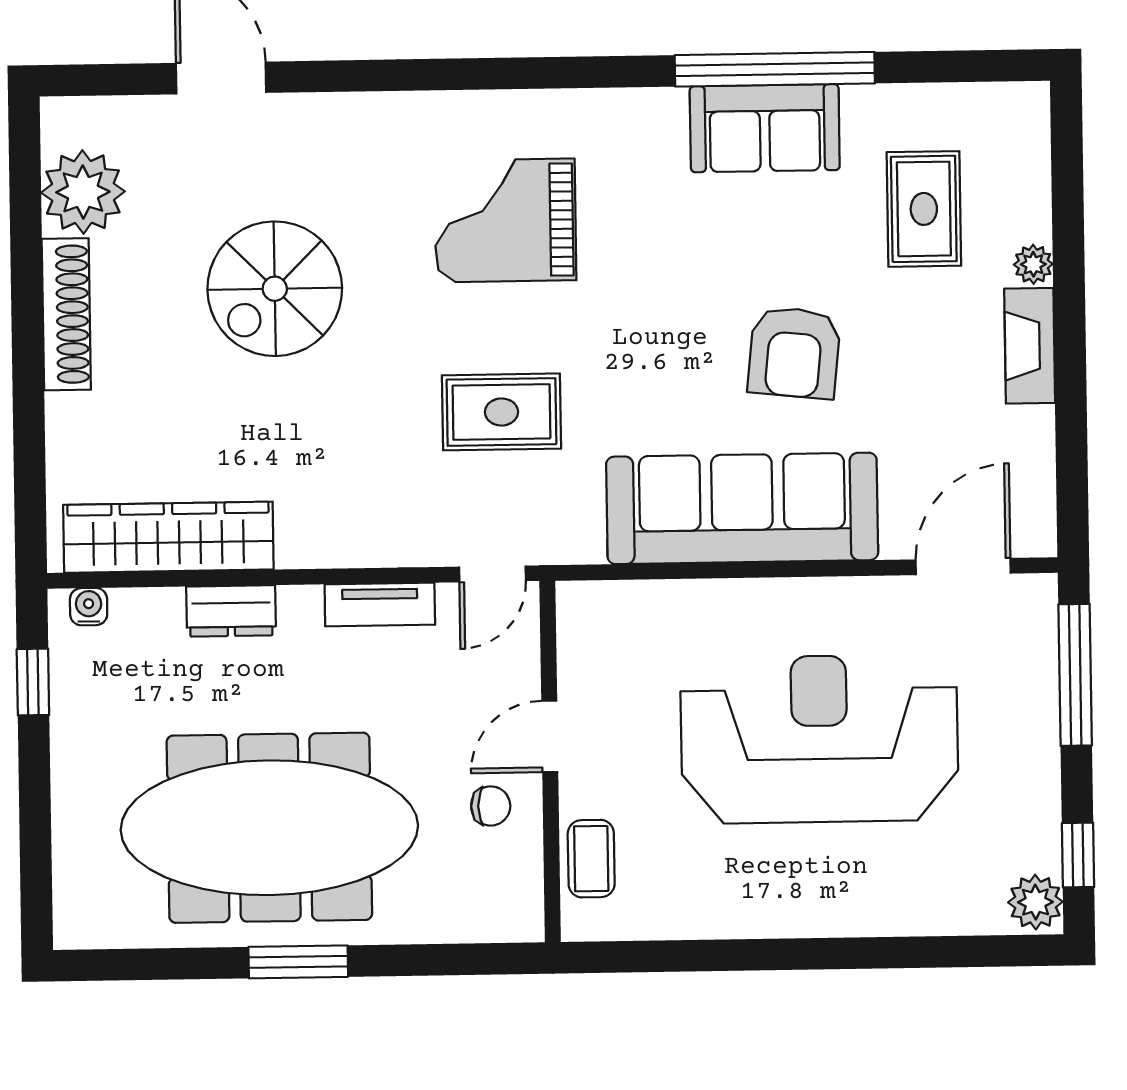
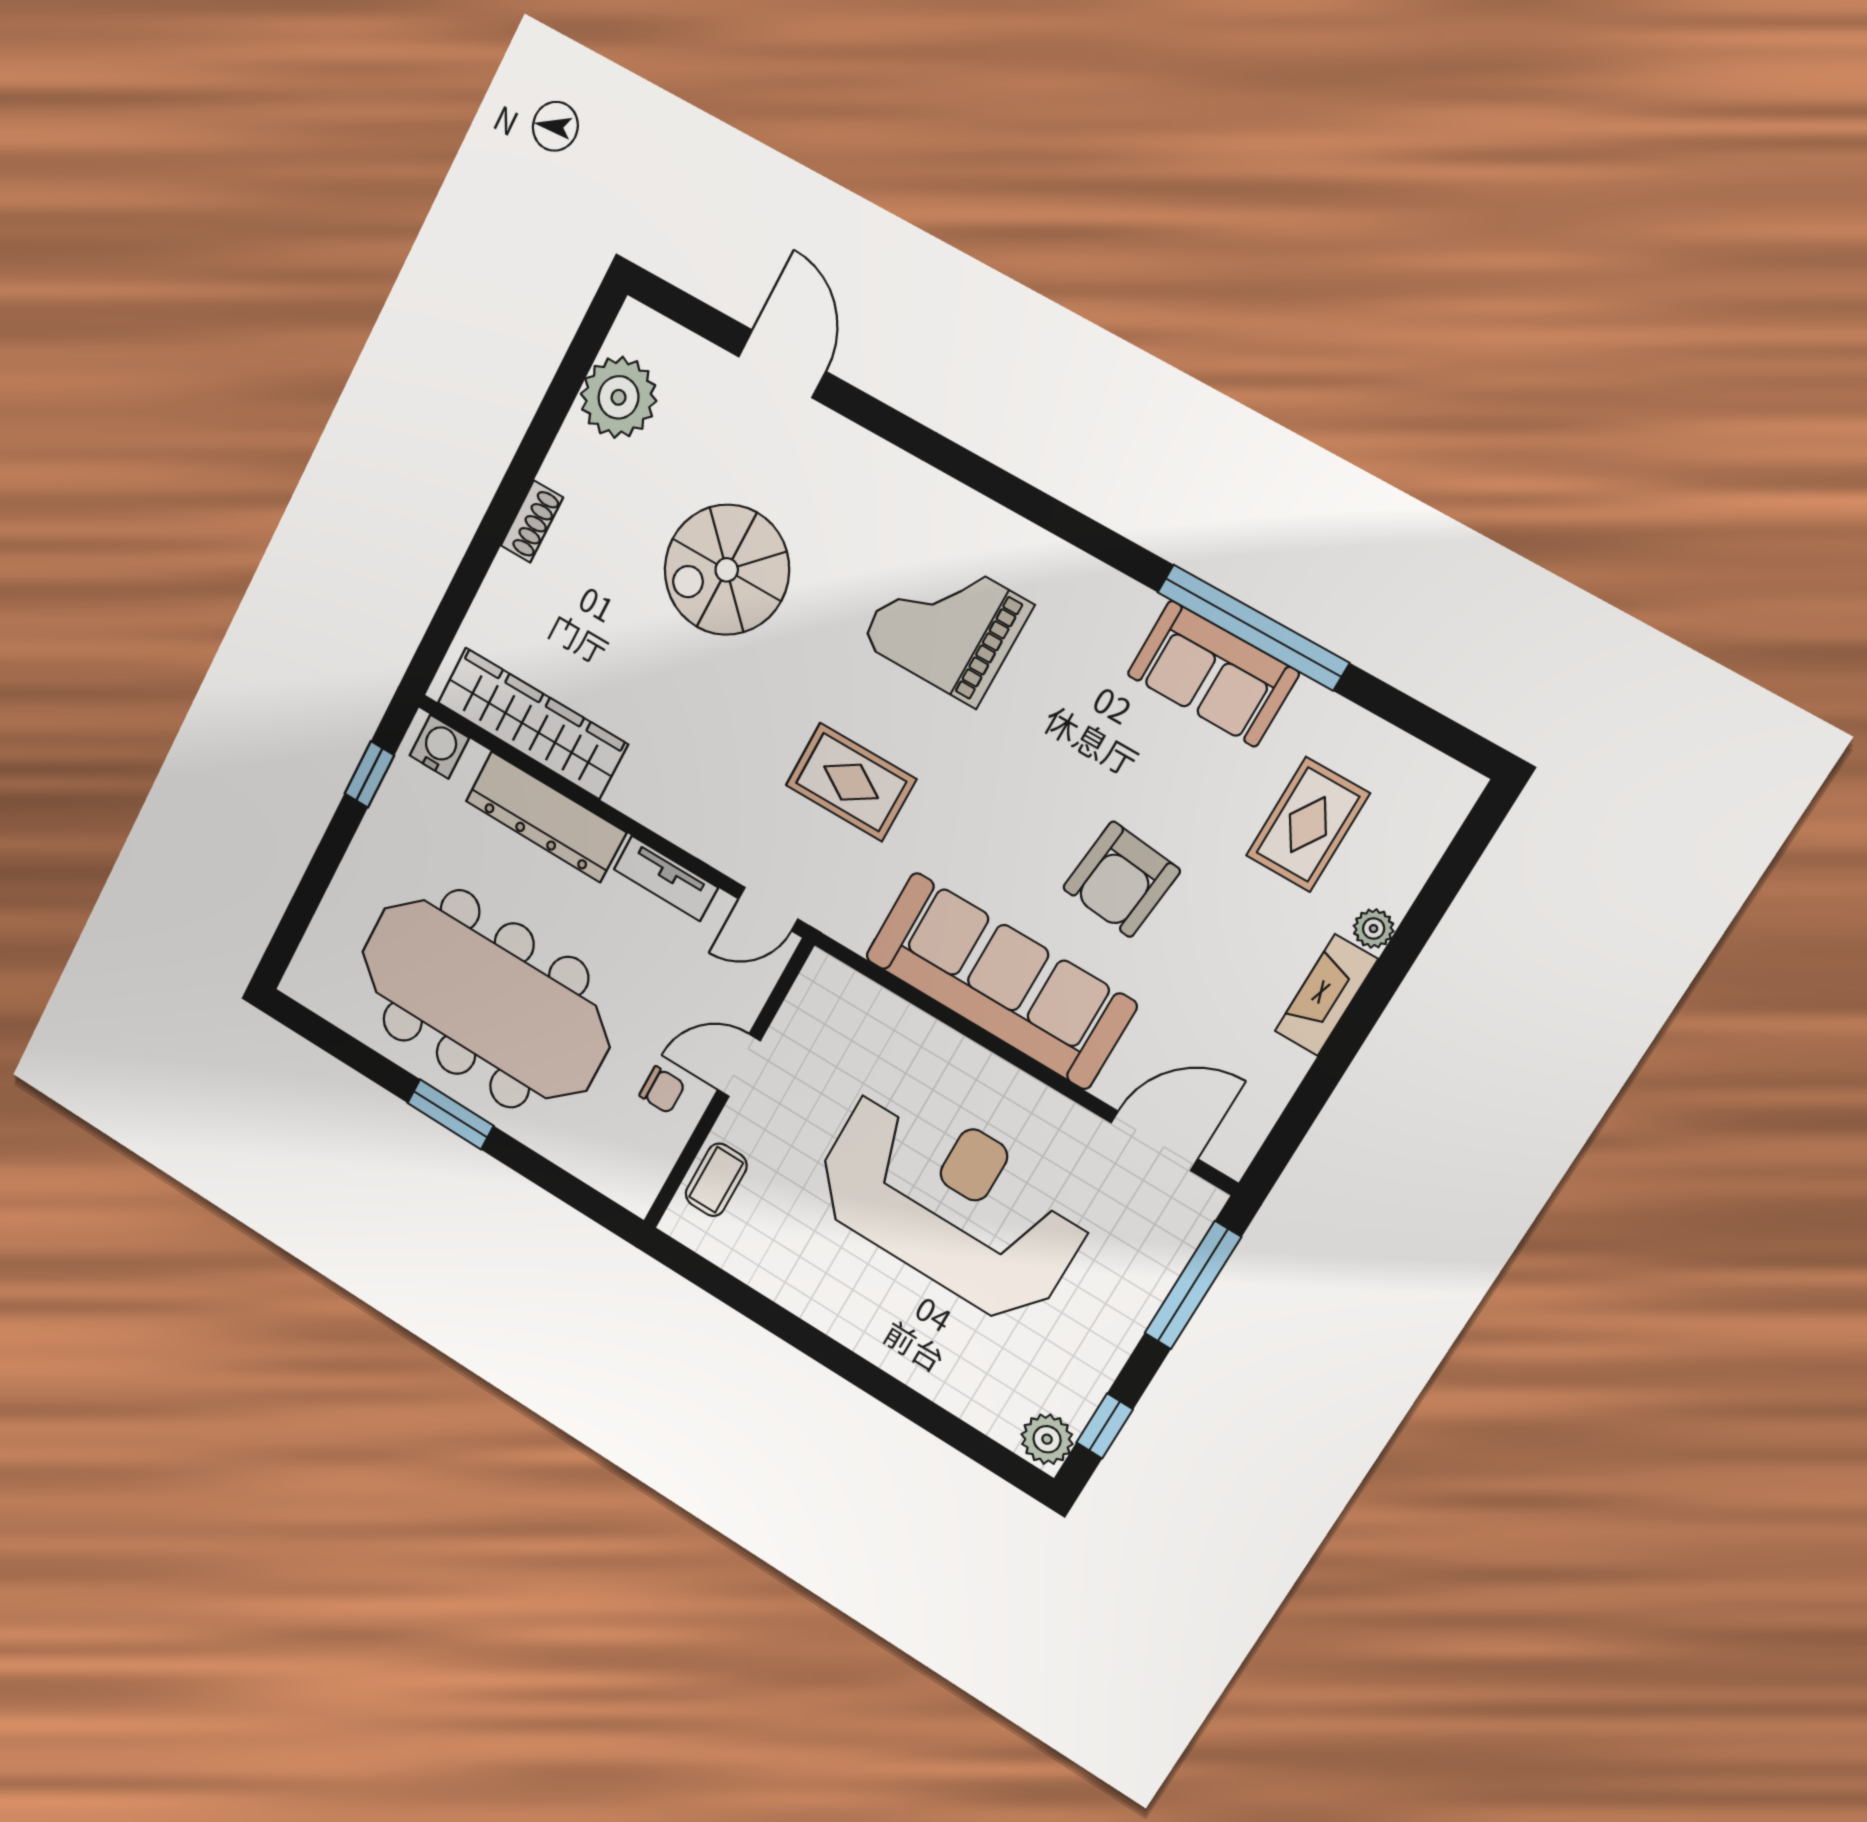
shoe rack: (66, 314) -> (532, 522), width x0.51, depth x0.81
water cooler: (89, 607) -> (439, 747), width x1.38, depth x1.38
dresser: (231, 611) -> (546, 817), width x1.96, depth x1.24

